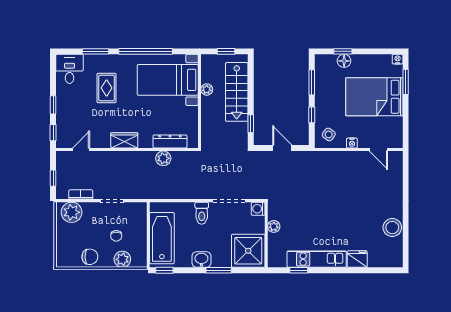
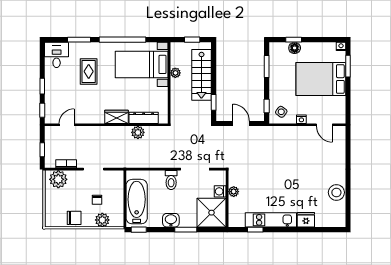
window: (312, 115) -> (267, 106), moved
wardrobe: (124, 140) -> (116, 117), moved
washing machine: (258, 209) -> (220, 191), moved

